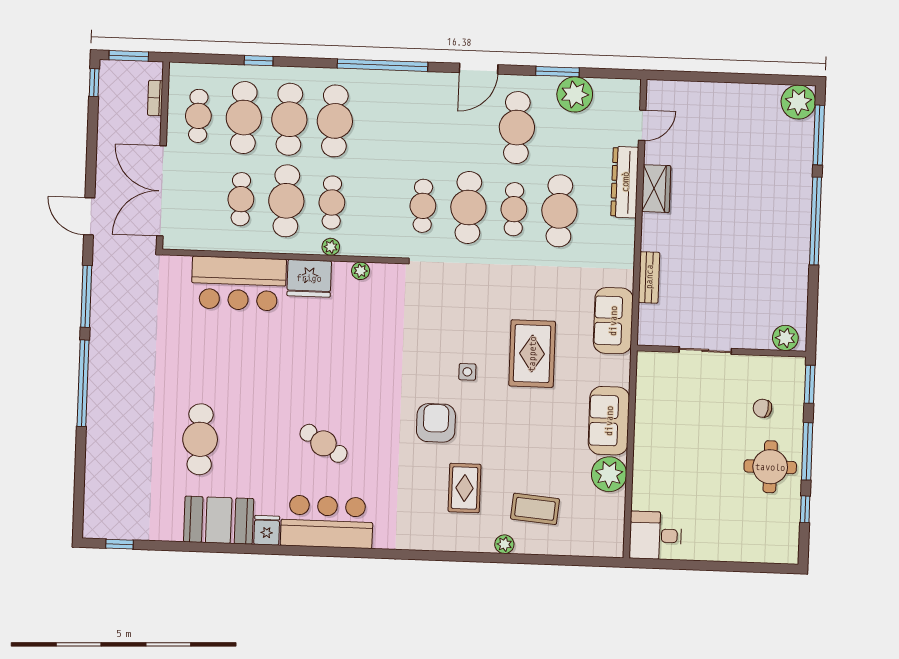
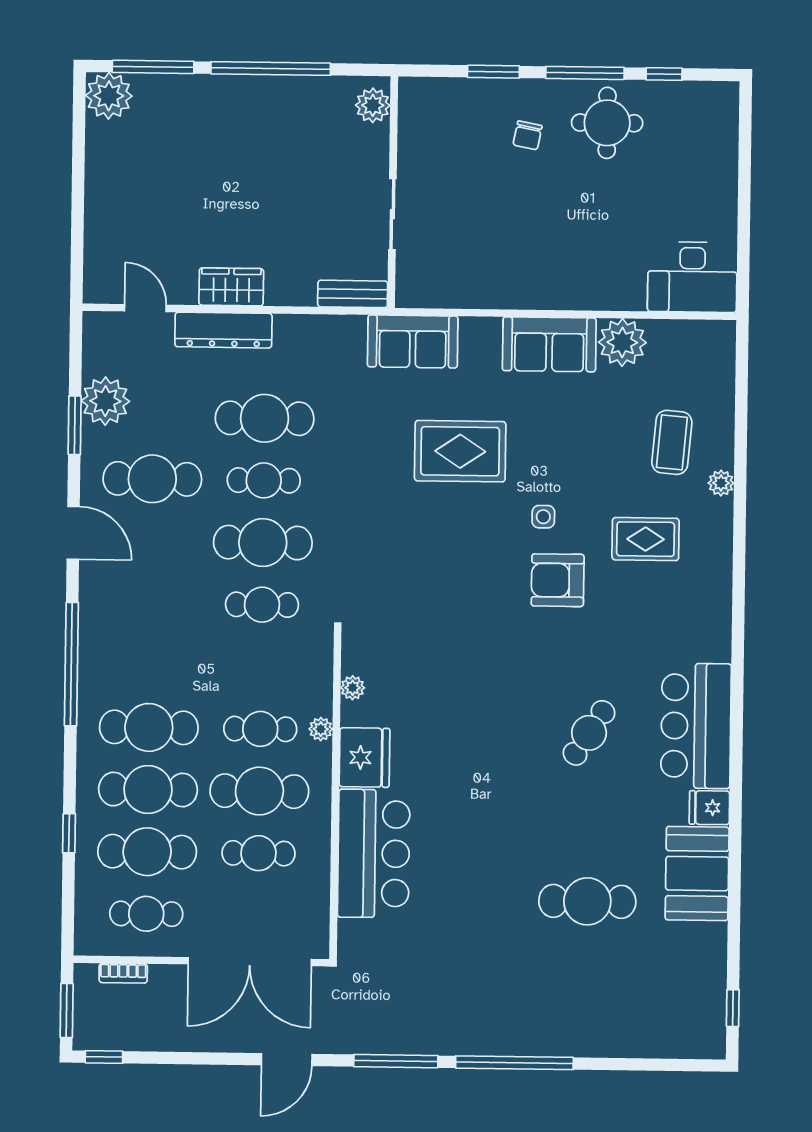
plant: (785, 338) -> (373, 105), moved
sliding door: (705, 350) -> (392, 214), moved
wall: (721, 351) -> (393, 192), moved
side table: (467, 372) -> (543, 517), moved
desk: (655, 535) -> (692, 277), width x1.37

